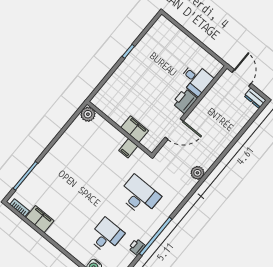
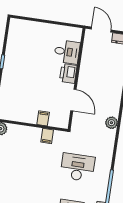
filing cabinet: (135, 129) -> (43, 118), width x0.50
door: (174, 129) -> (73, 100), hinge flipped

